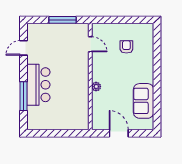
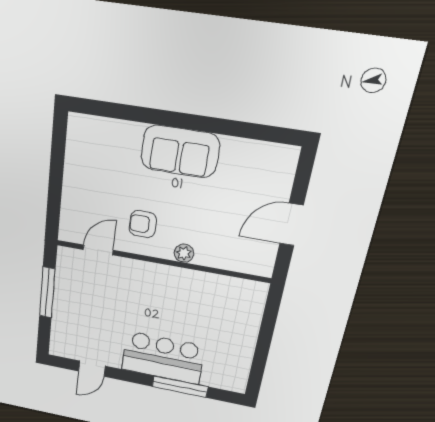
armchair: (126, 47) -> (143, 224), moved
door: (24, 48) -> (92, 369), hinge flipped
sofa: (144, 101) -> (180, 151), moved

